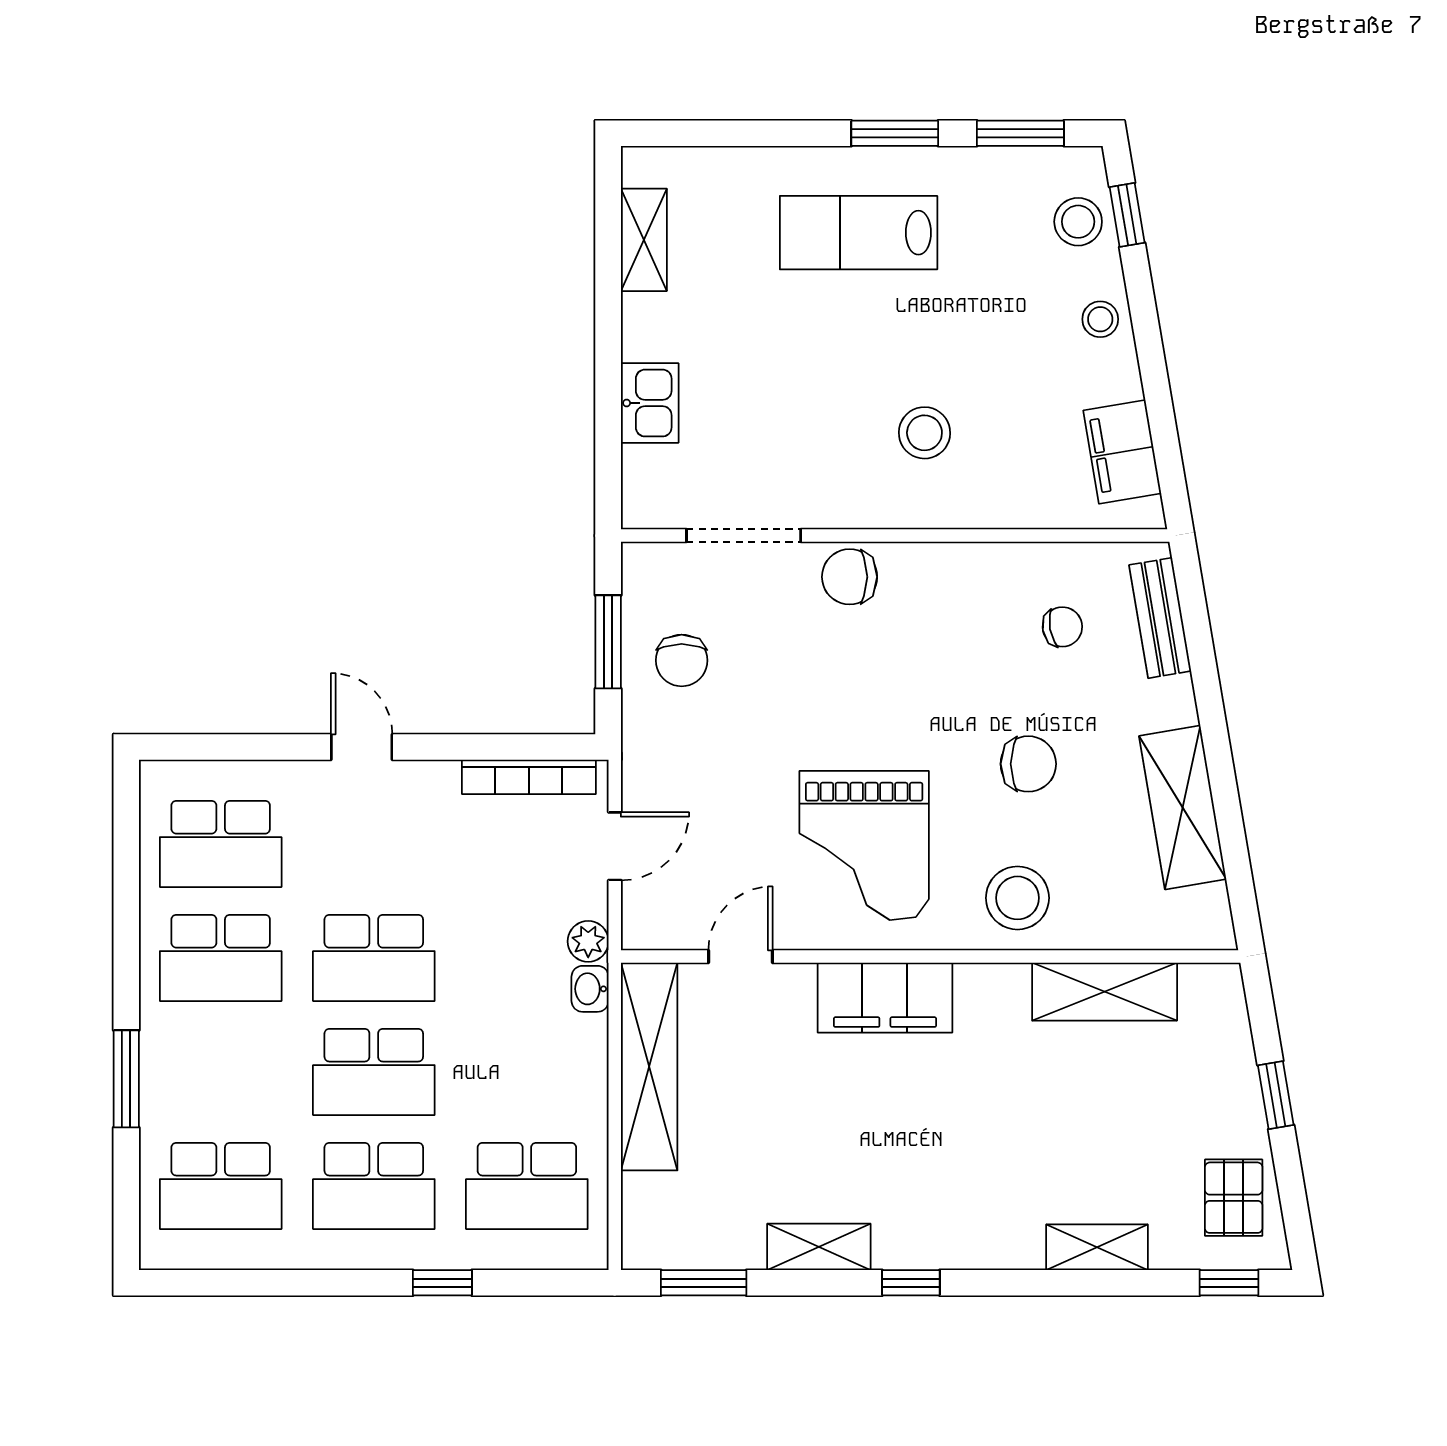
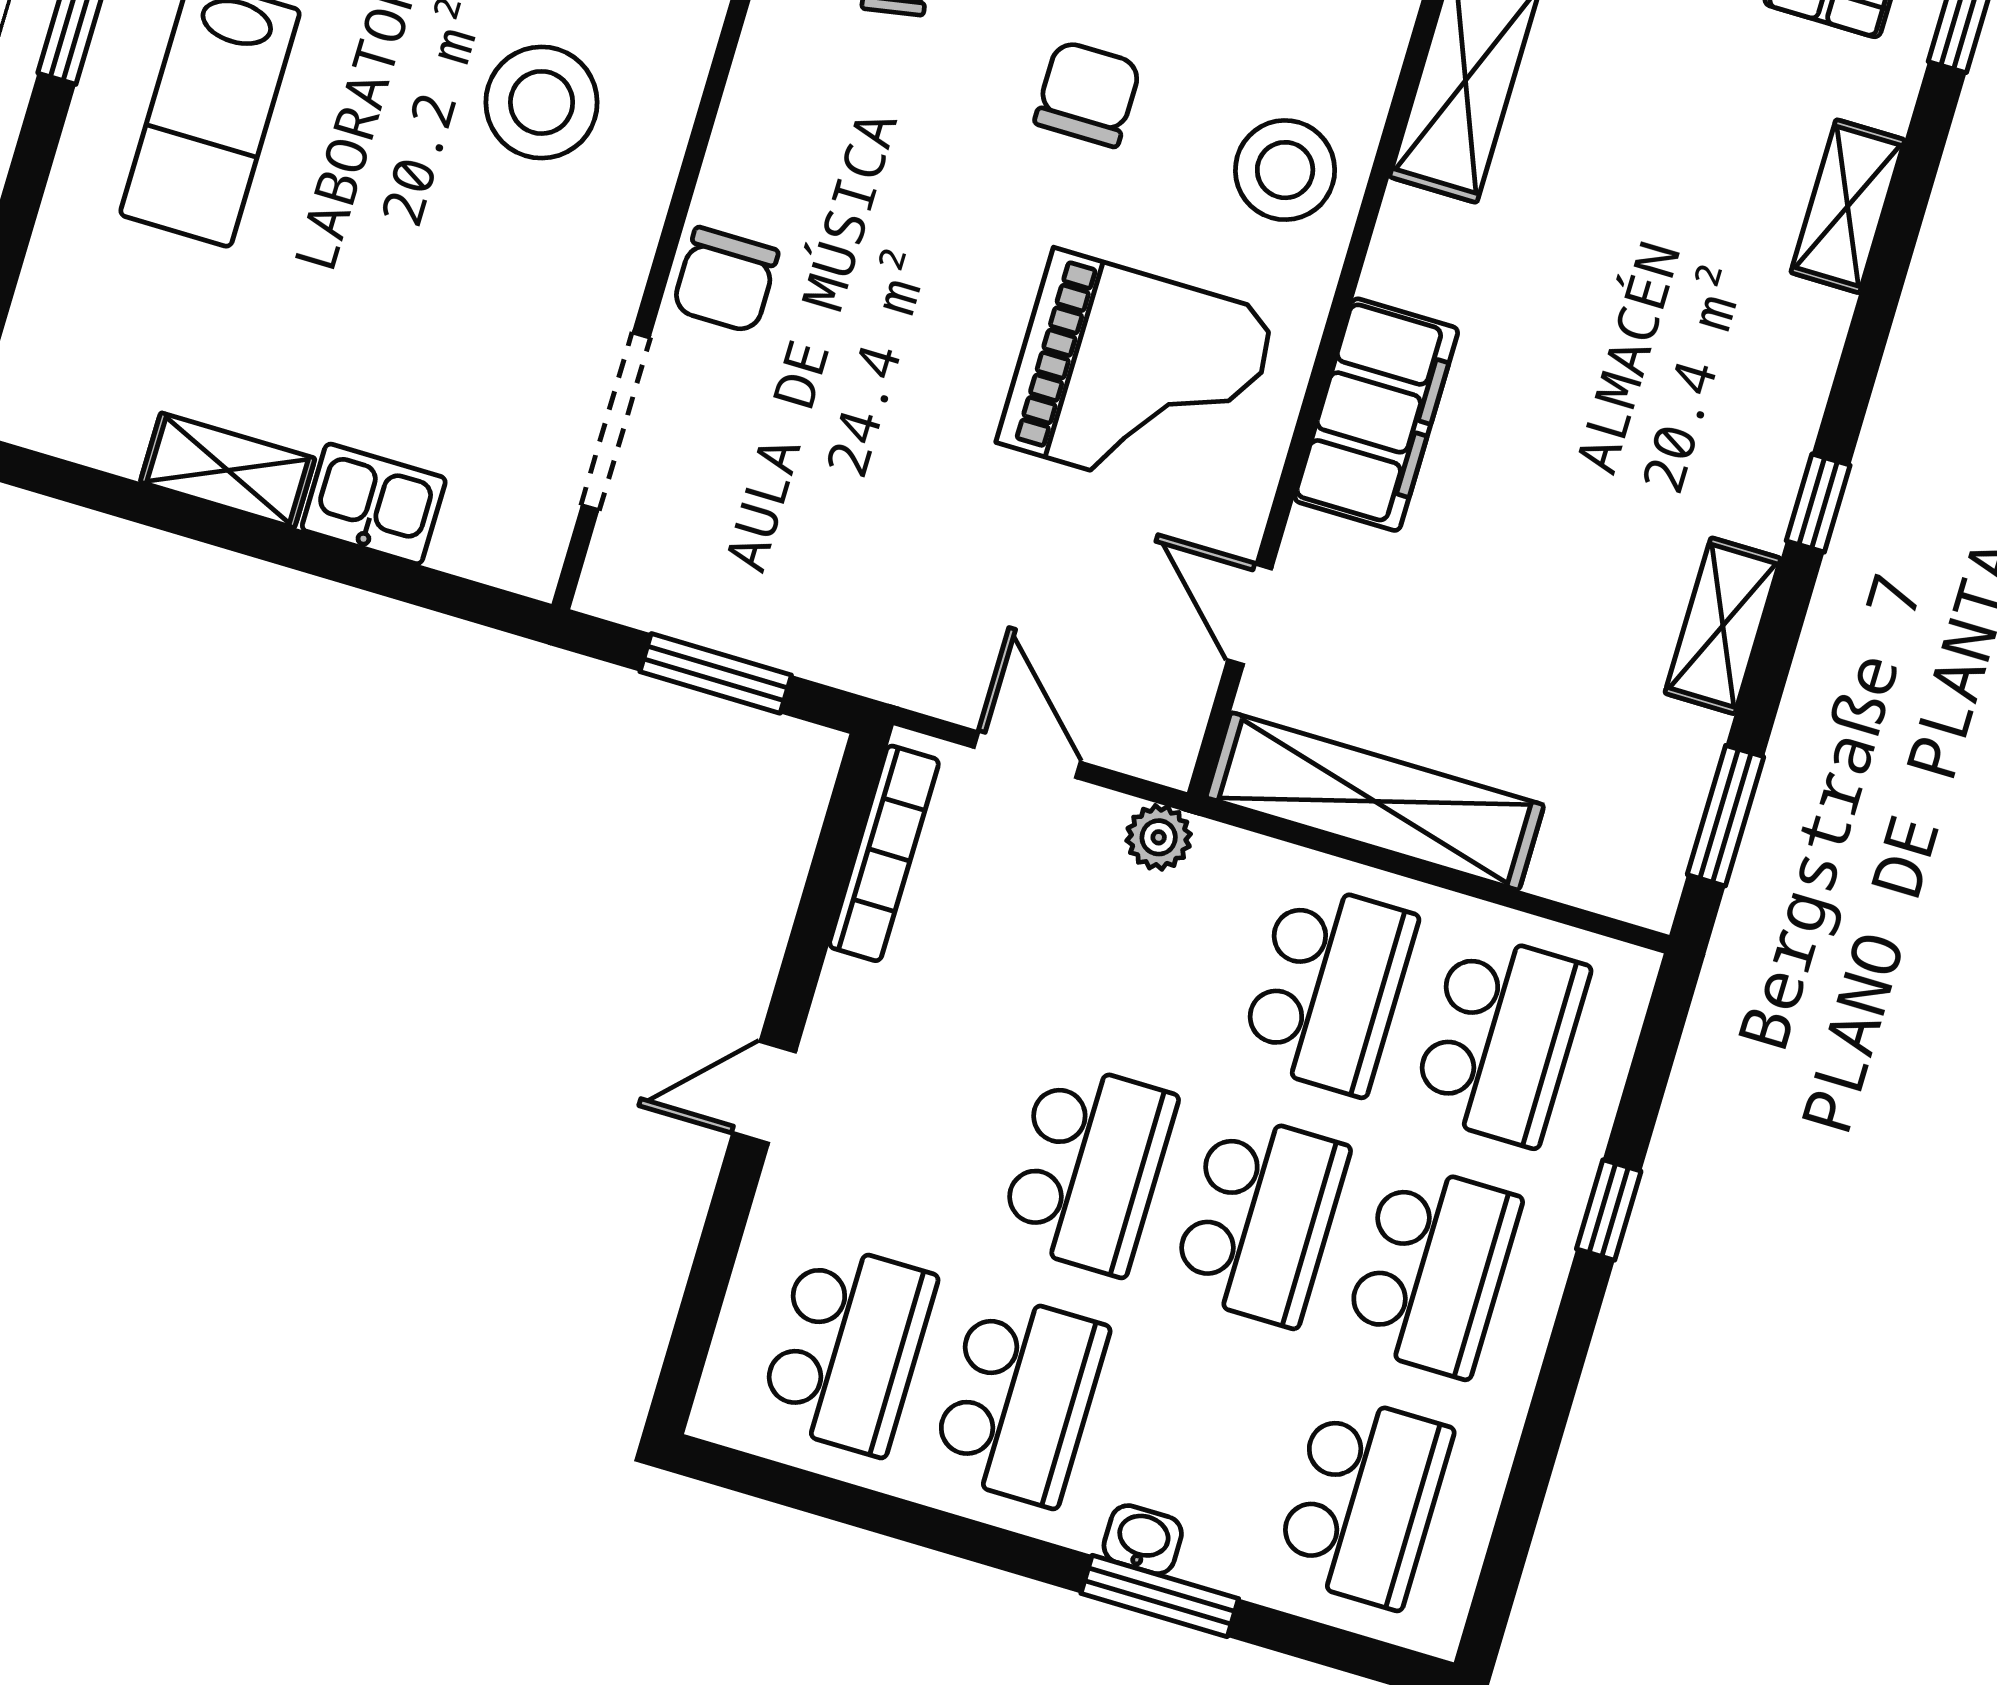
shelving: (644, 240) -> (228, 470), moved
stool: (924, 433) -> (542, 102), width x1.38, depth x1.38
chair: (682, 660) -> (776, 571), removed
washbasin: (590, 989) -> (1143, 1540), moved, turned 180
school desk: (527, 1072) -> (1328, 988), added

